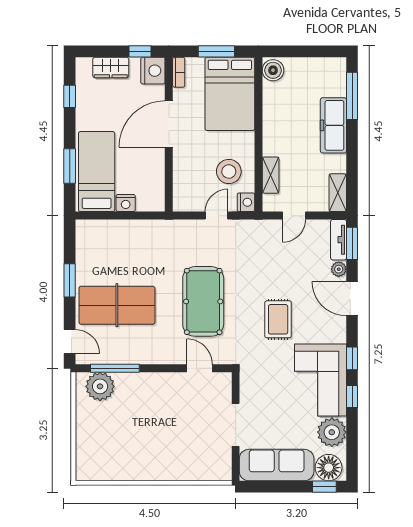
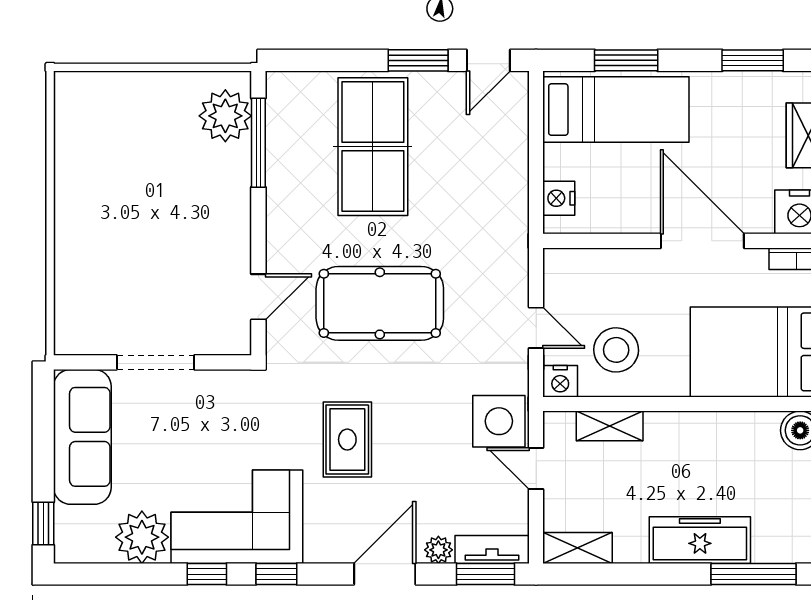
window: (70, 96) -> (753, 60), width x1.50
nightstand: (126, 203) -> (559, 198), moved
side table: (268, 236) -> (499, 421), added
rug: (278, 319) -> (347, 440), turned 90
door: (70, 342) -> (488, 60), moved
floor lamp: (329, 468) -> (78, 531), removed

